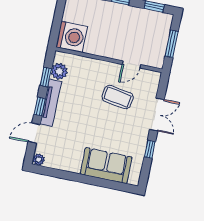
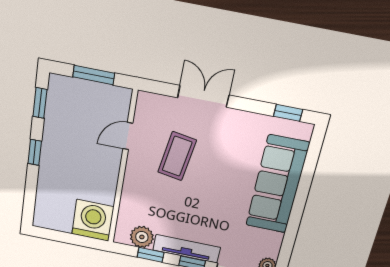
door: (131, 64) -> (128, 136), swing flipped
window: (150, 149) -> (288, 113), moved
sofa: (106, 166) -> (277, 185), width x1.36

